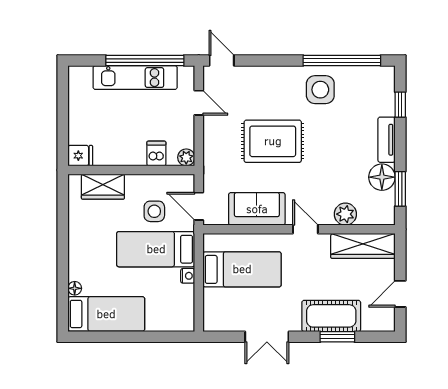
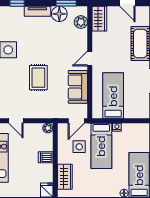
door: (199, 103) -> (16, 121), swing flipped
rug: (273, 141) -> (38, 78), width x0.73, depth x0.70
dishwasher: (156, 154) -> (46, 157), moved
plant: (345, 214) -> (81, 22), moved
wardrobe: (363, 246) -> (99, 19), width x0.67

